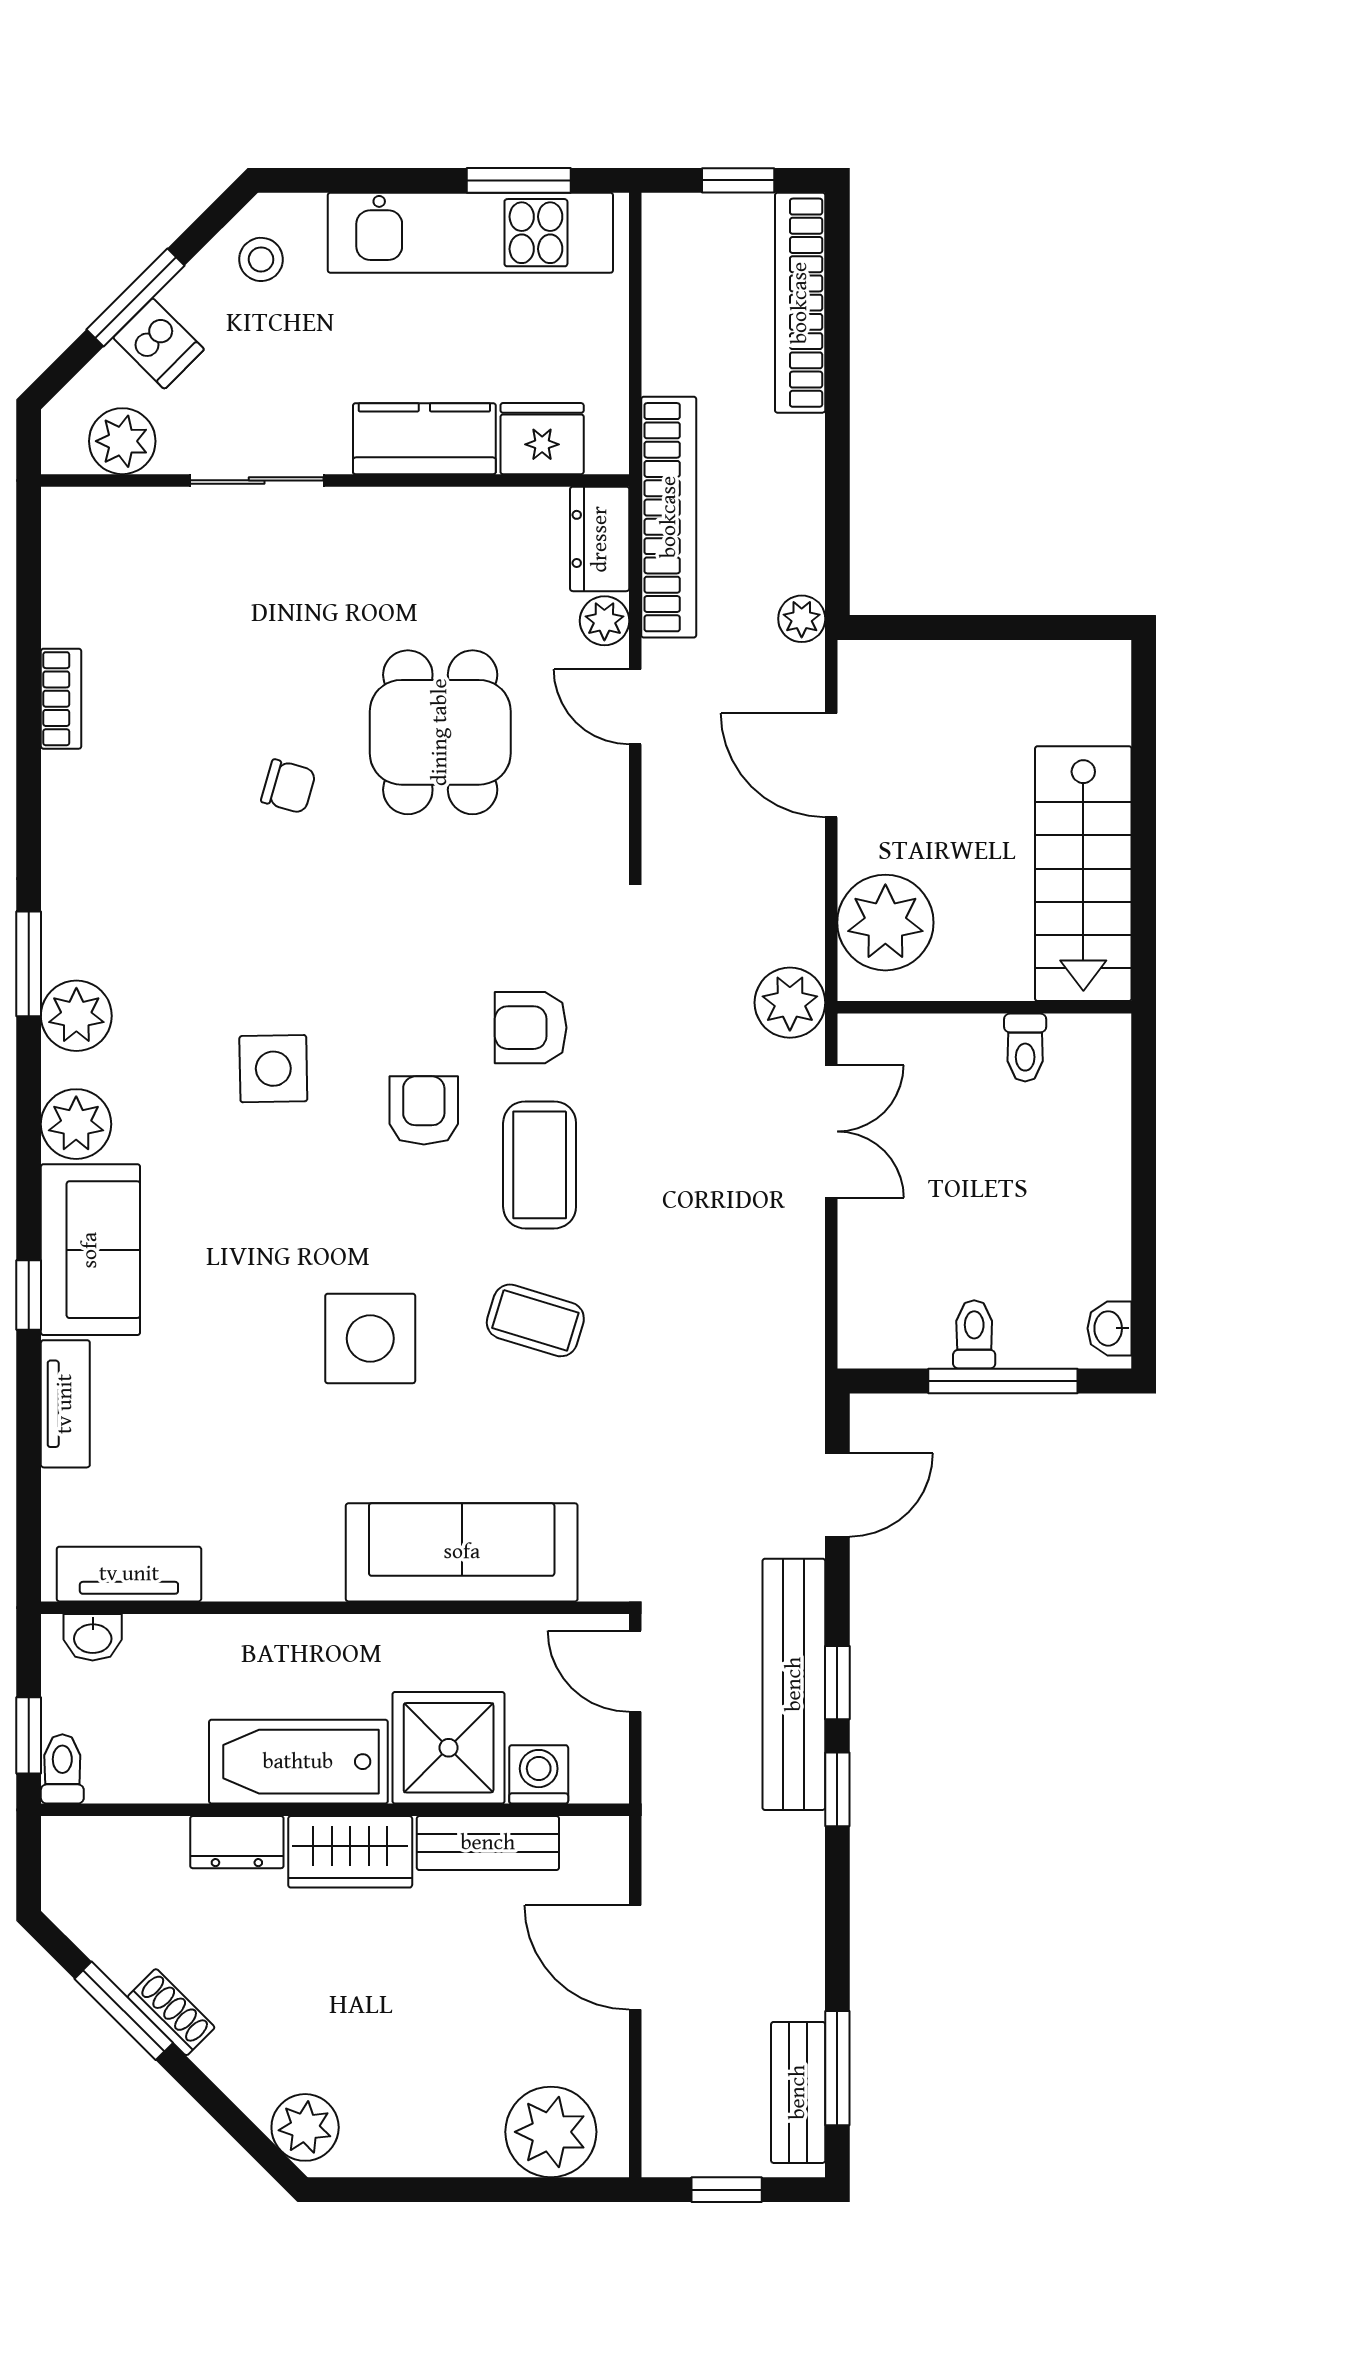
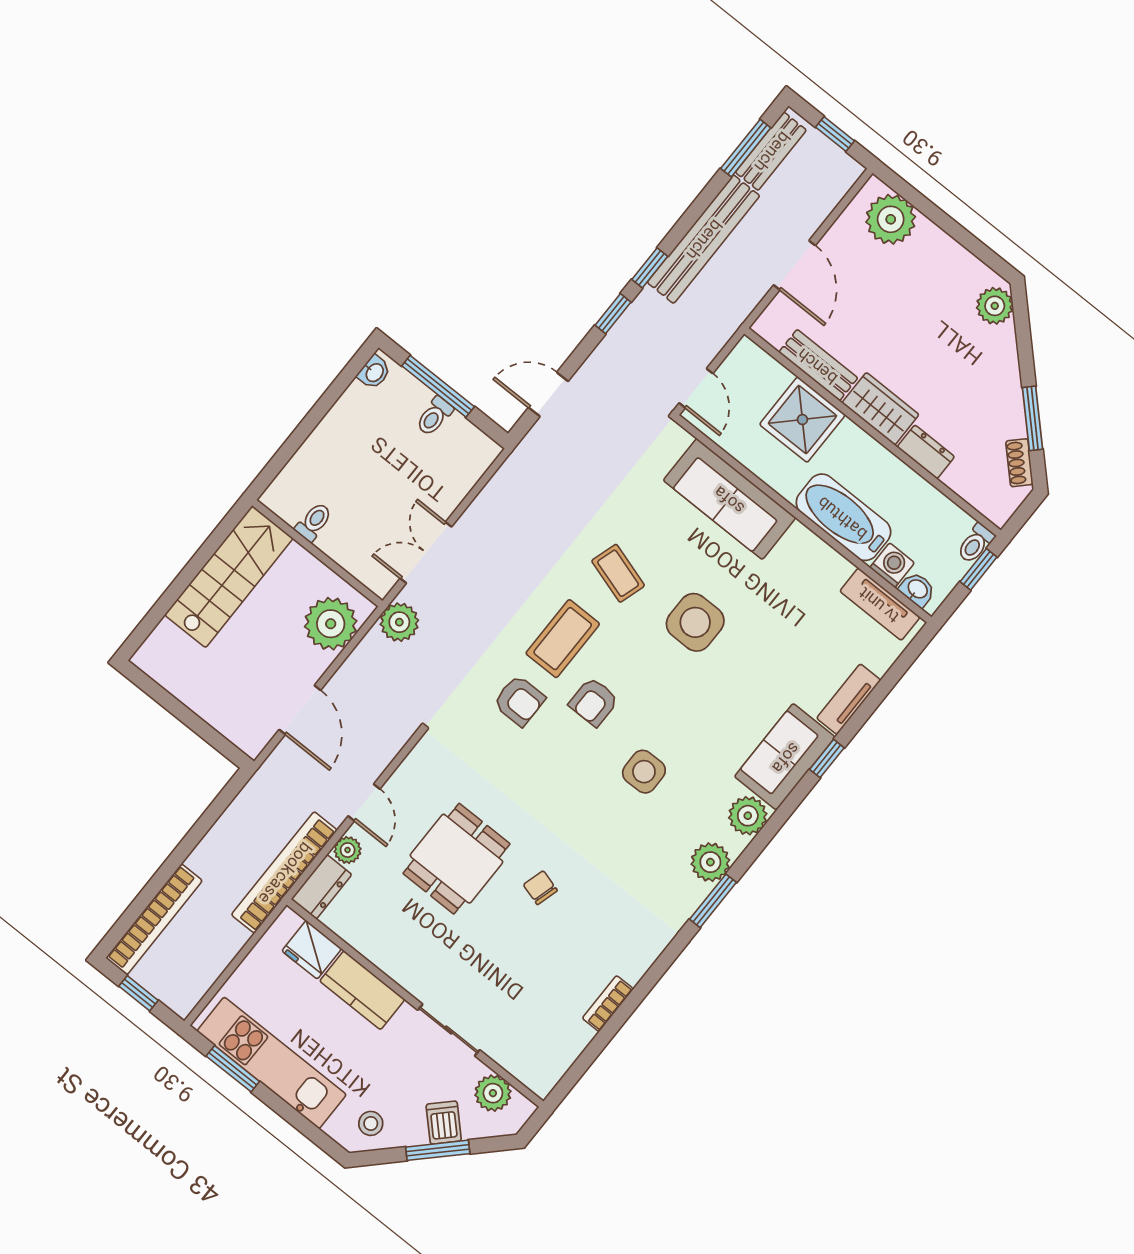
plant: (802, 619) -> (262, 783), removed
bench: (794, 1684) -> (703, 239), moved
bathtub: (298, 1762) -> (843, 517), moved, turned 180
washing machine: (539, 1774) -> (892, 565), moved, turned 180
shoe rack: (171, 2012) -> (1019, 463), moved

